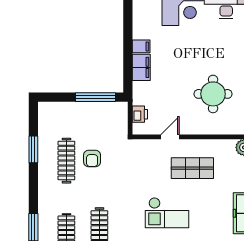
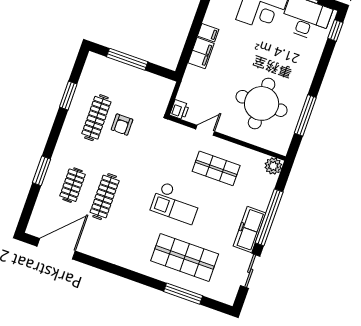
round table: (213, 94) -> (262, 103), width x1.36, depth x1.36
window: (96, 97) -> (127, 59), moved
printer: (140, 114) -> (179, 110), moved

